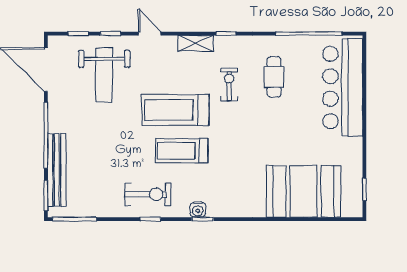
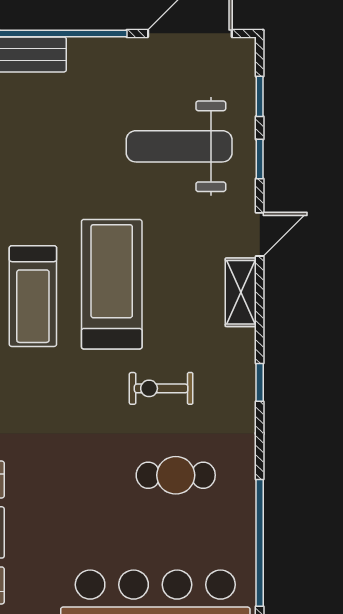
shelving: (196, 43) -> (241, 292), moved
exercise bike: (229, 84) -> (161, 388), turned 180
treadmill: (181, 151) -> (33, 296), turned 180

